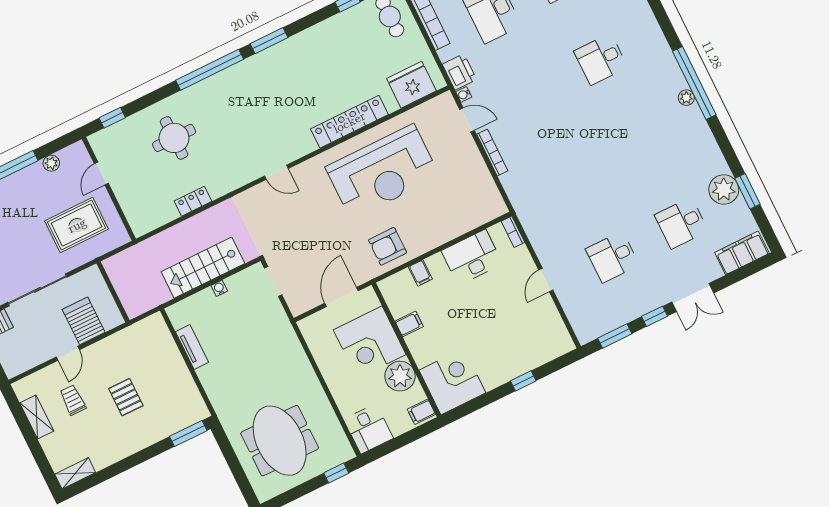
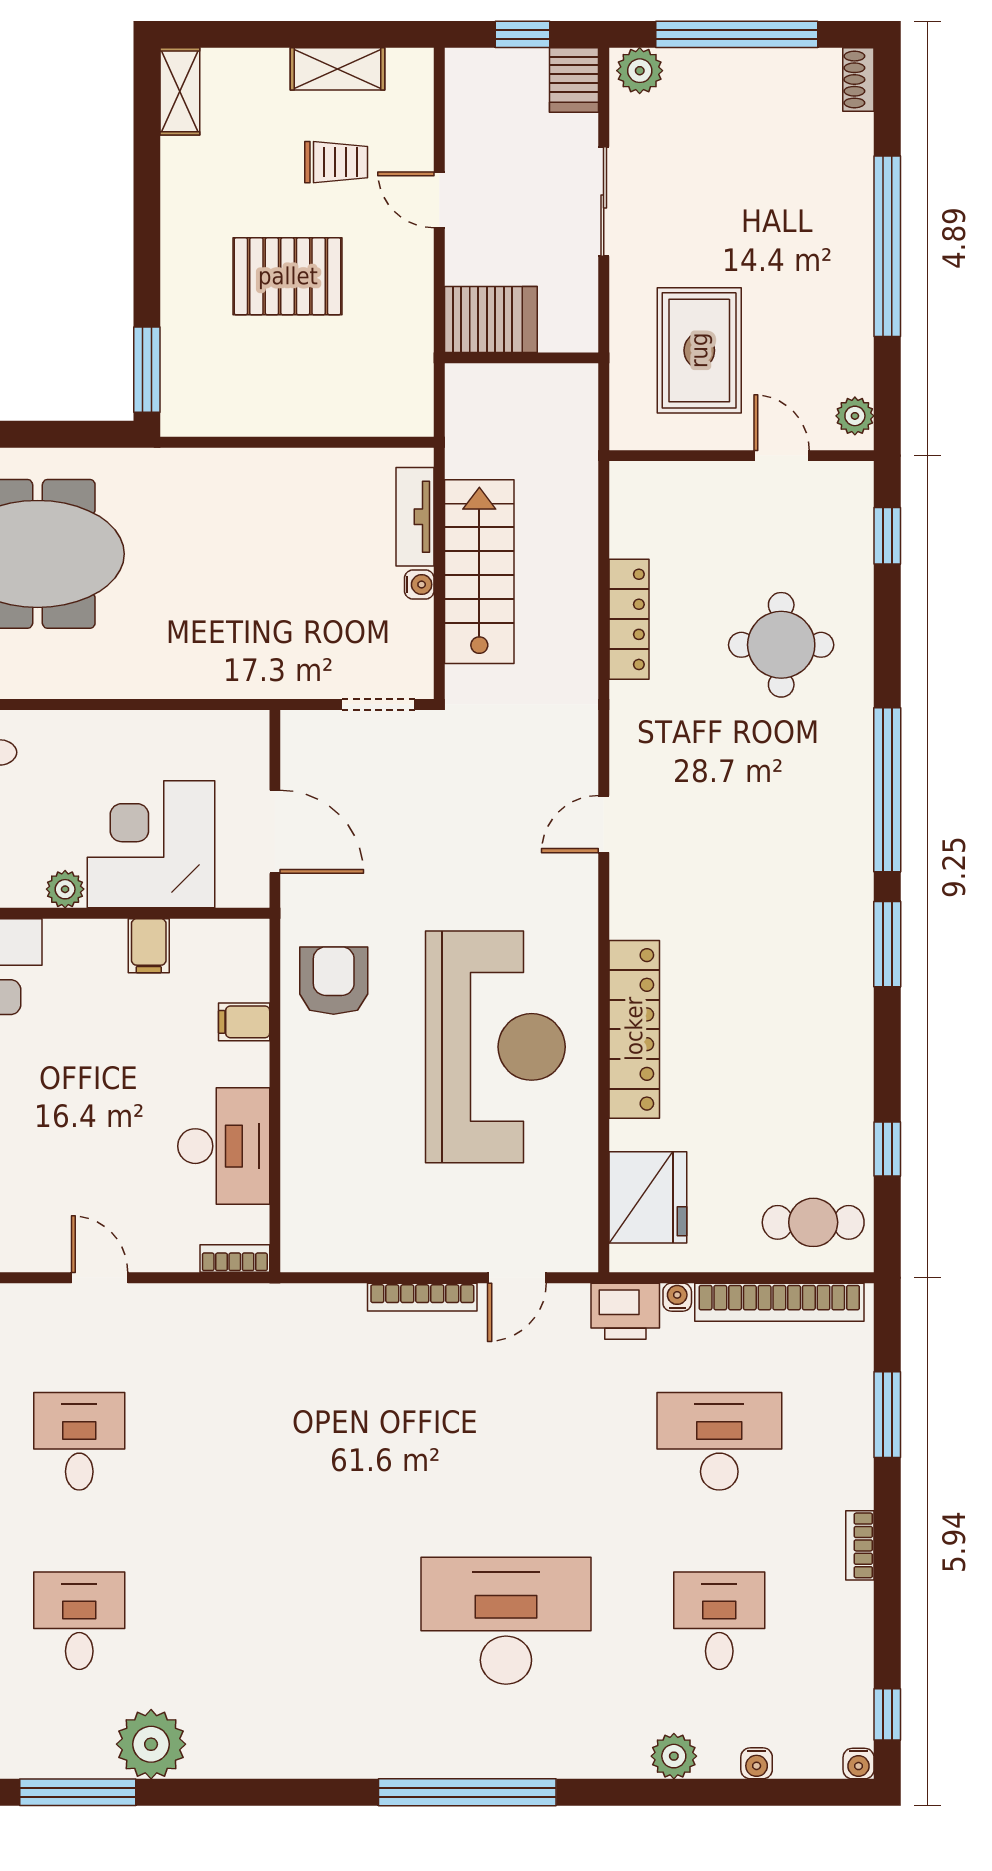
desk: (601, 59) -> (506, 1621), width x1.87, depth x1.30
window: (694, 83) -> (467, 1792), moved
water cooler: (464, 94) -> (677, 1297), moved
plant: (686, 98) -> (337, 1761), removed
plant: (51, 163) -> (855, 416), moved
reception desk: (382, 172) -> (495, 1047), turned 180
plant: (724, 190) -> (151, 1744), moved
window: (748, 191) -> (78, 1792), width x1.44
locker: (193, 201) -> (629, 619), width x1.53
sliding door: (37, 290) -> (604, 201), width x0.73
server rack: (84, 321) -> (491, 319), moved
tv unit: (192, 347) -> (415, 517), moved, turned 90
plant: (400, 376) -> (65, 889), width x0.53, depth x0.53
pallet: (126, 397) -> (288, 276), width x1.50, depth x1.42

